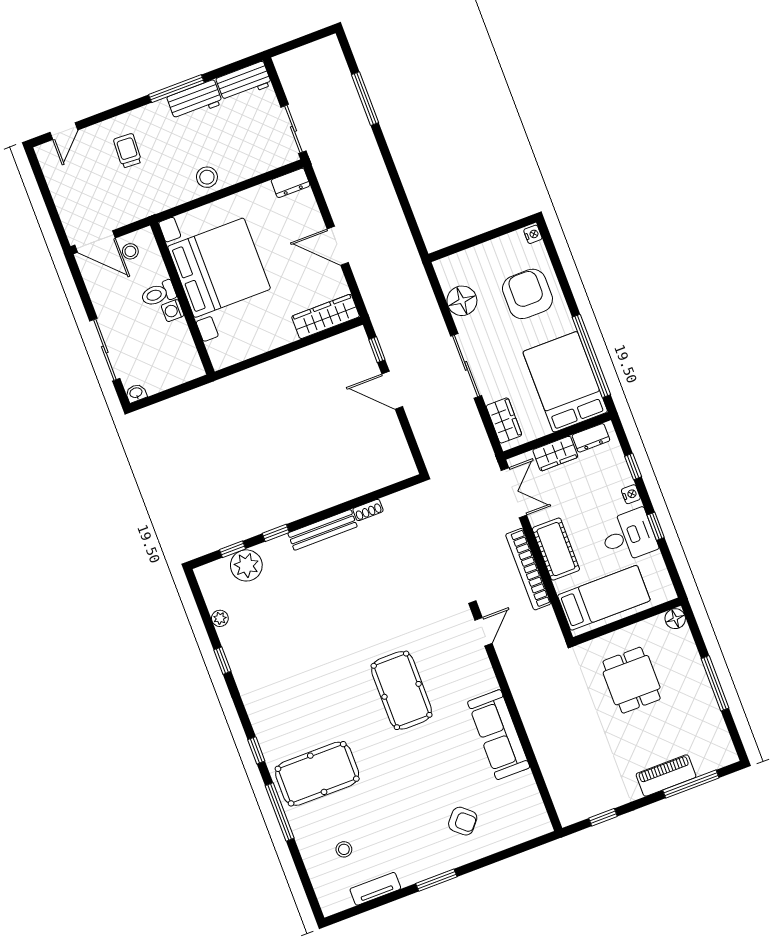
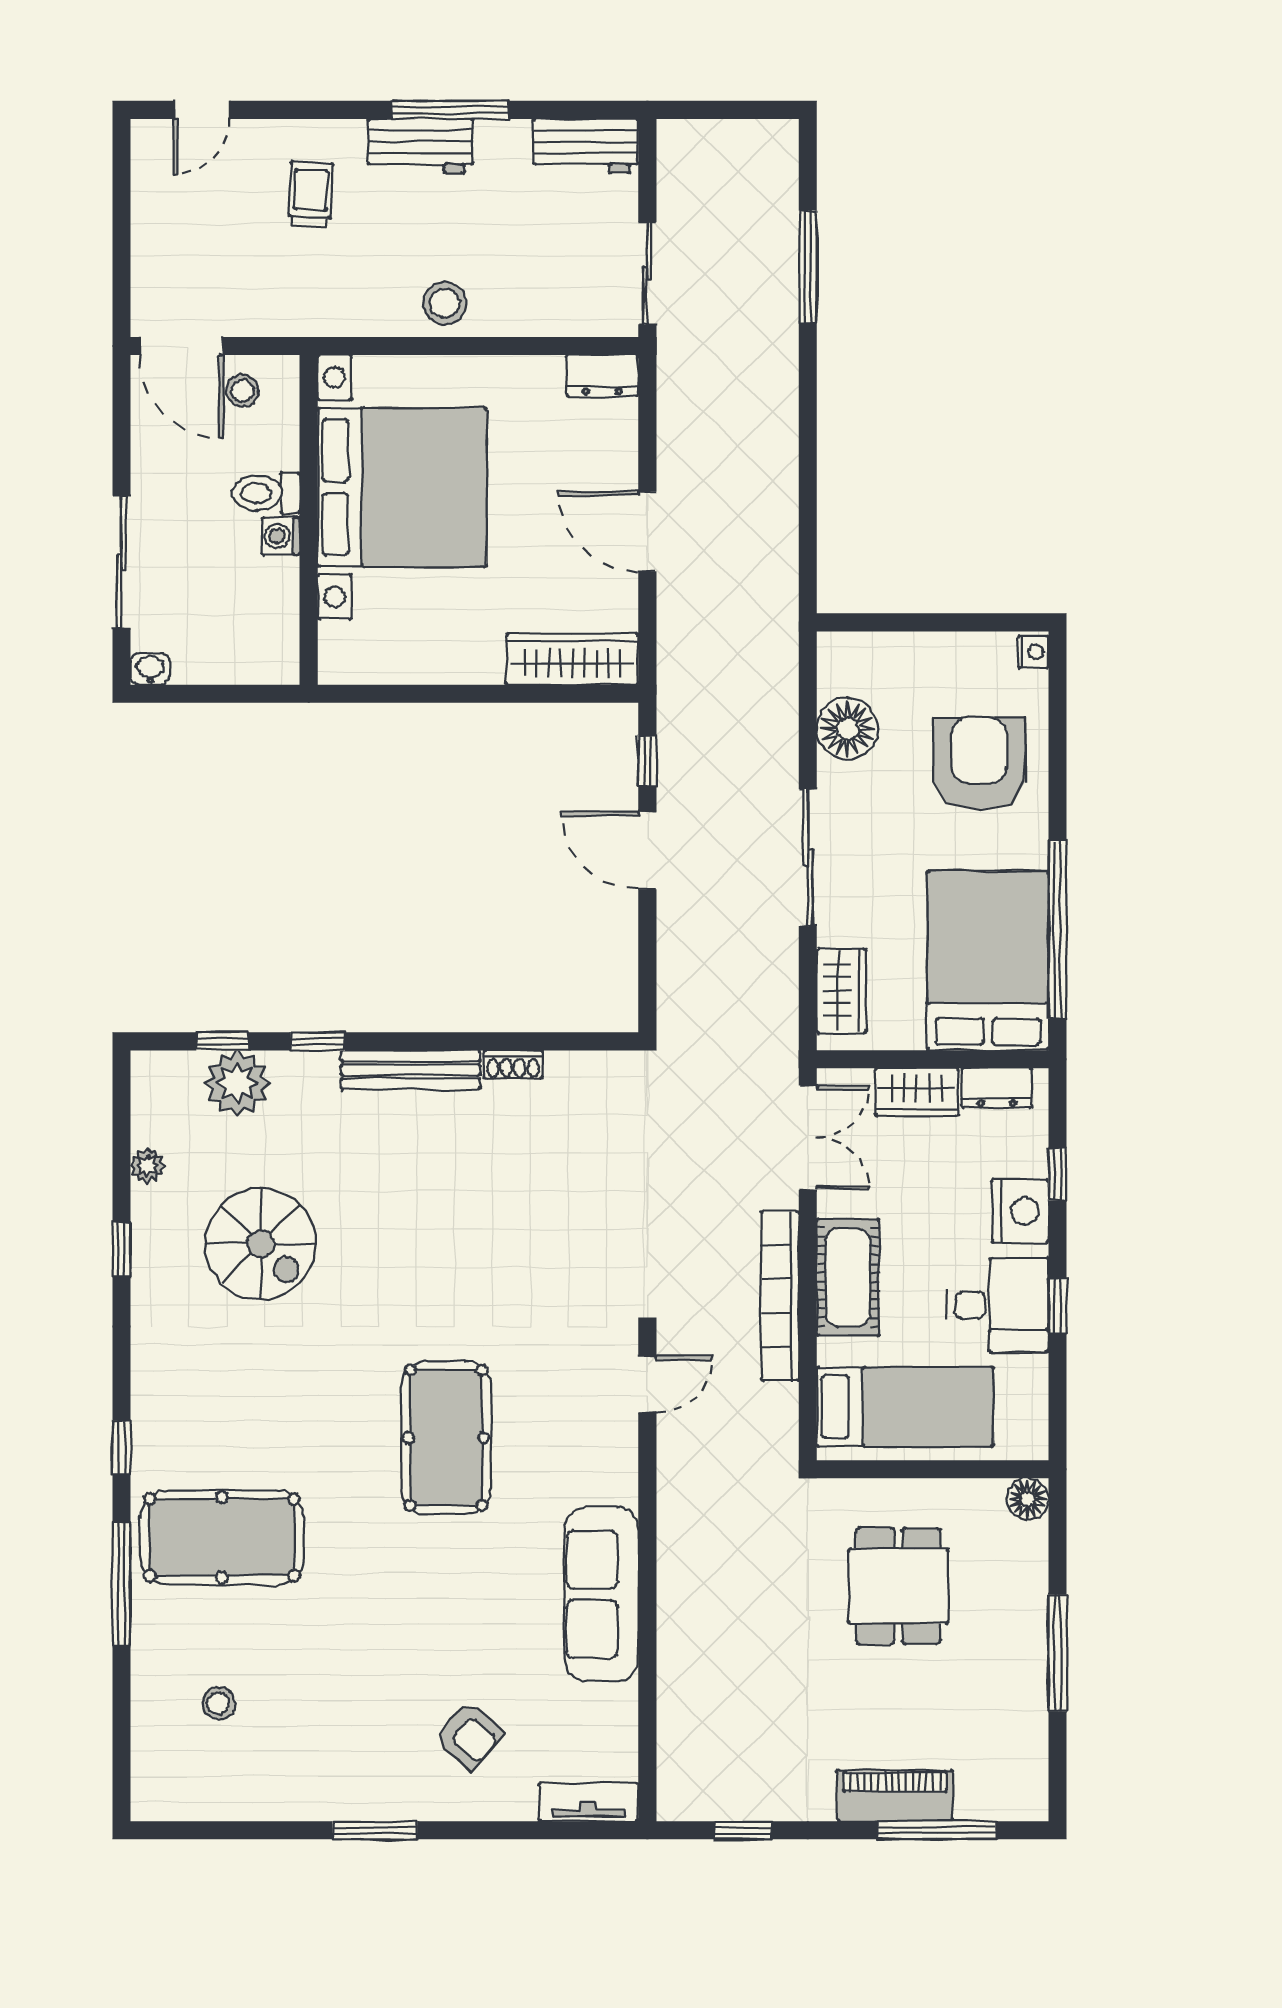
workbench: (195, 100) -> (421, 146), moved
nightstand: (631, 494) -> (1020, 1211), width x1.89, depth x1.79
spiral stairs: (284, 634) -> (261, 1244), added
tv unit: (375, 889) -> (589, 1802), moved

